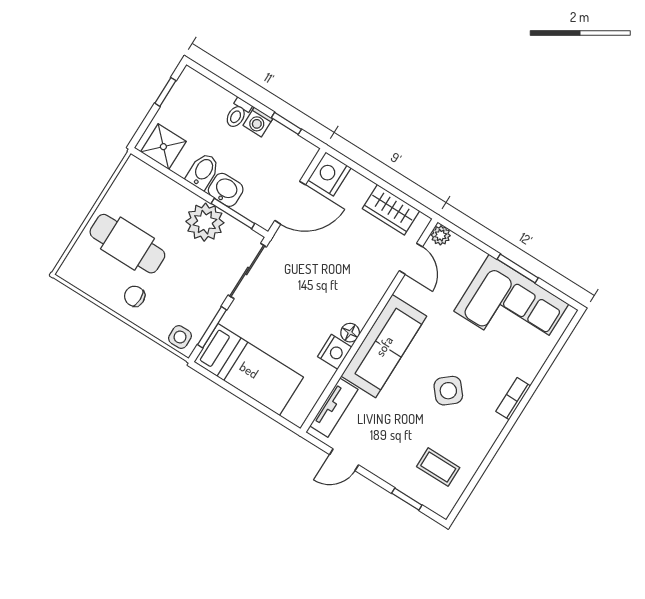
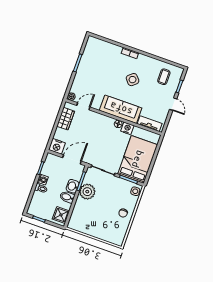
door: (290, 203) -> (72, 159), hinge flipped
cafe table: (127, 244) -> (103, 221), removed
corner sofa: (511, 308) -> (94, 62), removed
bed: (249, 370) -> (138, 159), width x1.50
door: (344, 460) -> (173, 104), moved

